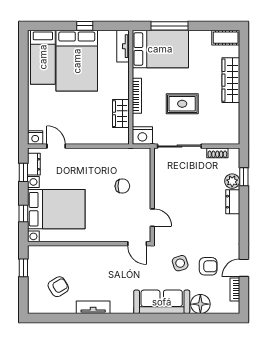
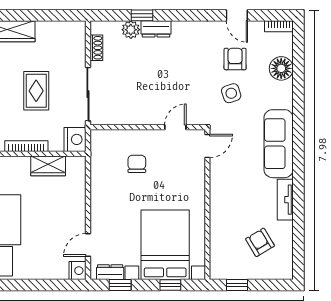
window: (244, 177) -> (142, 15), moved
bookcase: (235, 289) -> (279, 26), moved
sofa: (162, 302) -> (279, 144), moved

